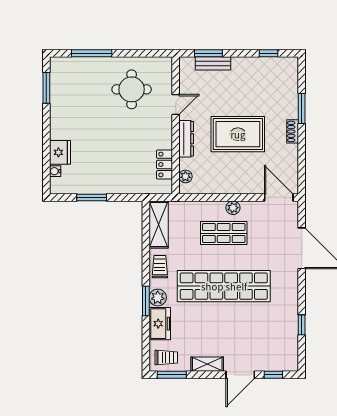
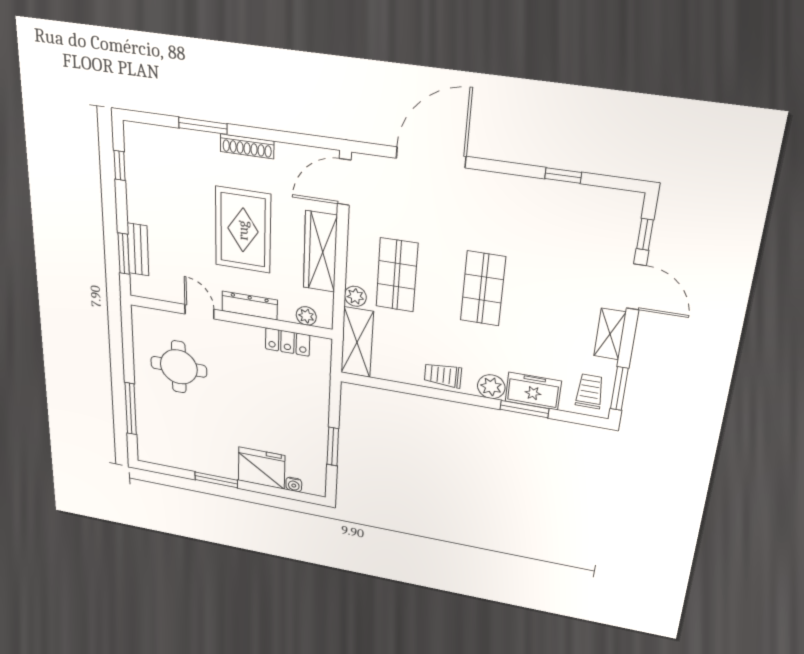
window: (46, 88) -> (216, 480), moved
shoe rack: (293, 131) -> (247, 146), width x1.43
fridge: (60, 152) -> (262, 468), width x1.36, depth x1.34
wardrobe: (231, 184) -> (320, 252), added
plant: (233, 208) -> (355, 296), moved
shelving: (159, 224) -> (357, 342), moved, turned 90
shop shelf: (224, 286) -> (483, 289), width x0.50, depth x0.74
window: (146, 301) -> (524, 409), moved

